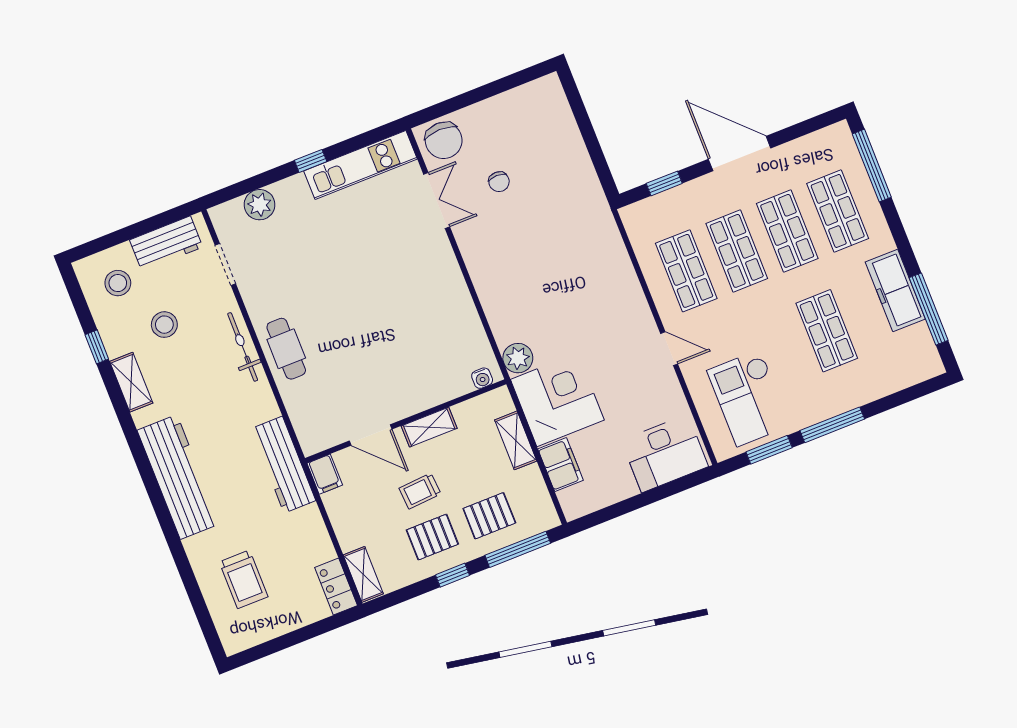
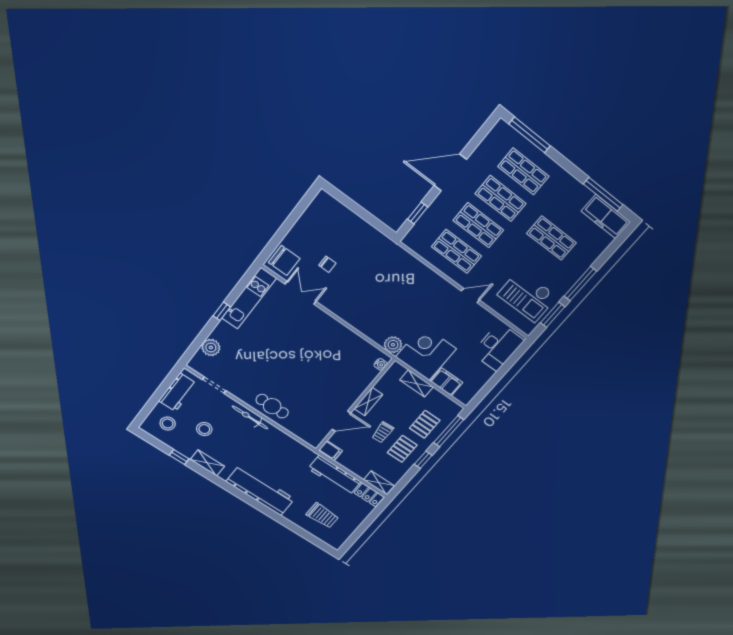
freezer: (895, 291) -> (606, 217), moved
workbench: (283, 465) -> (335, 475), moved

